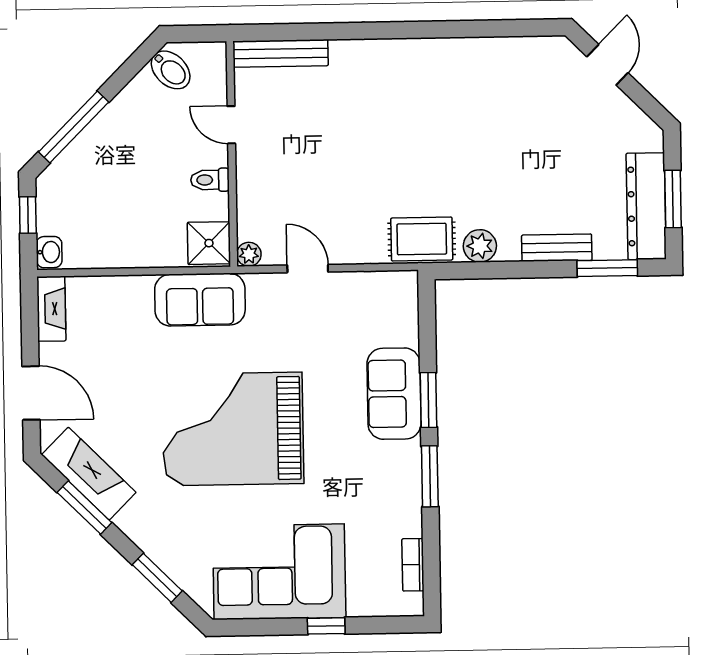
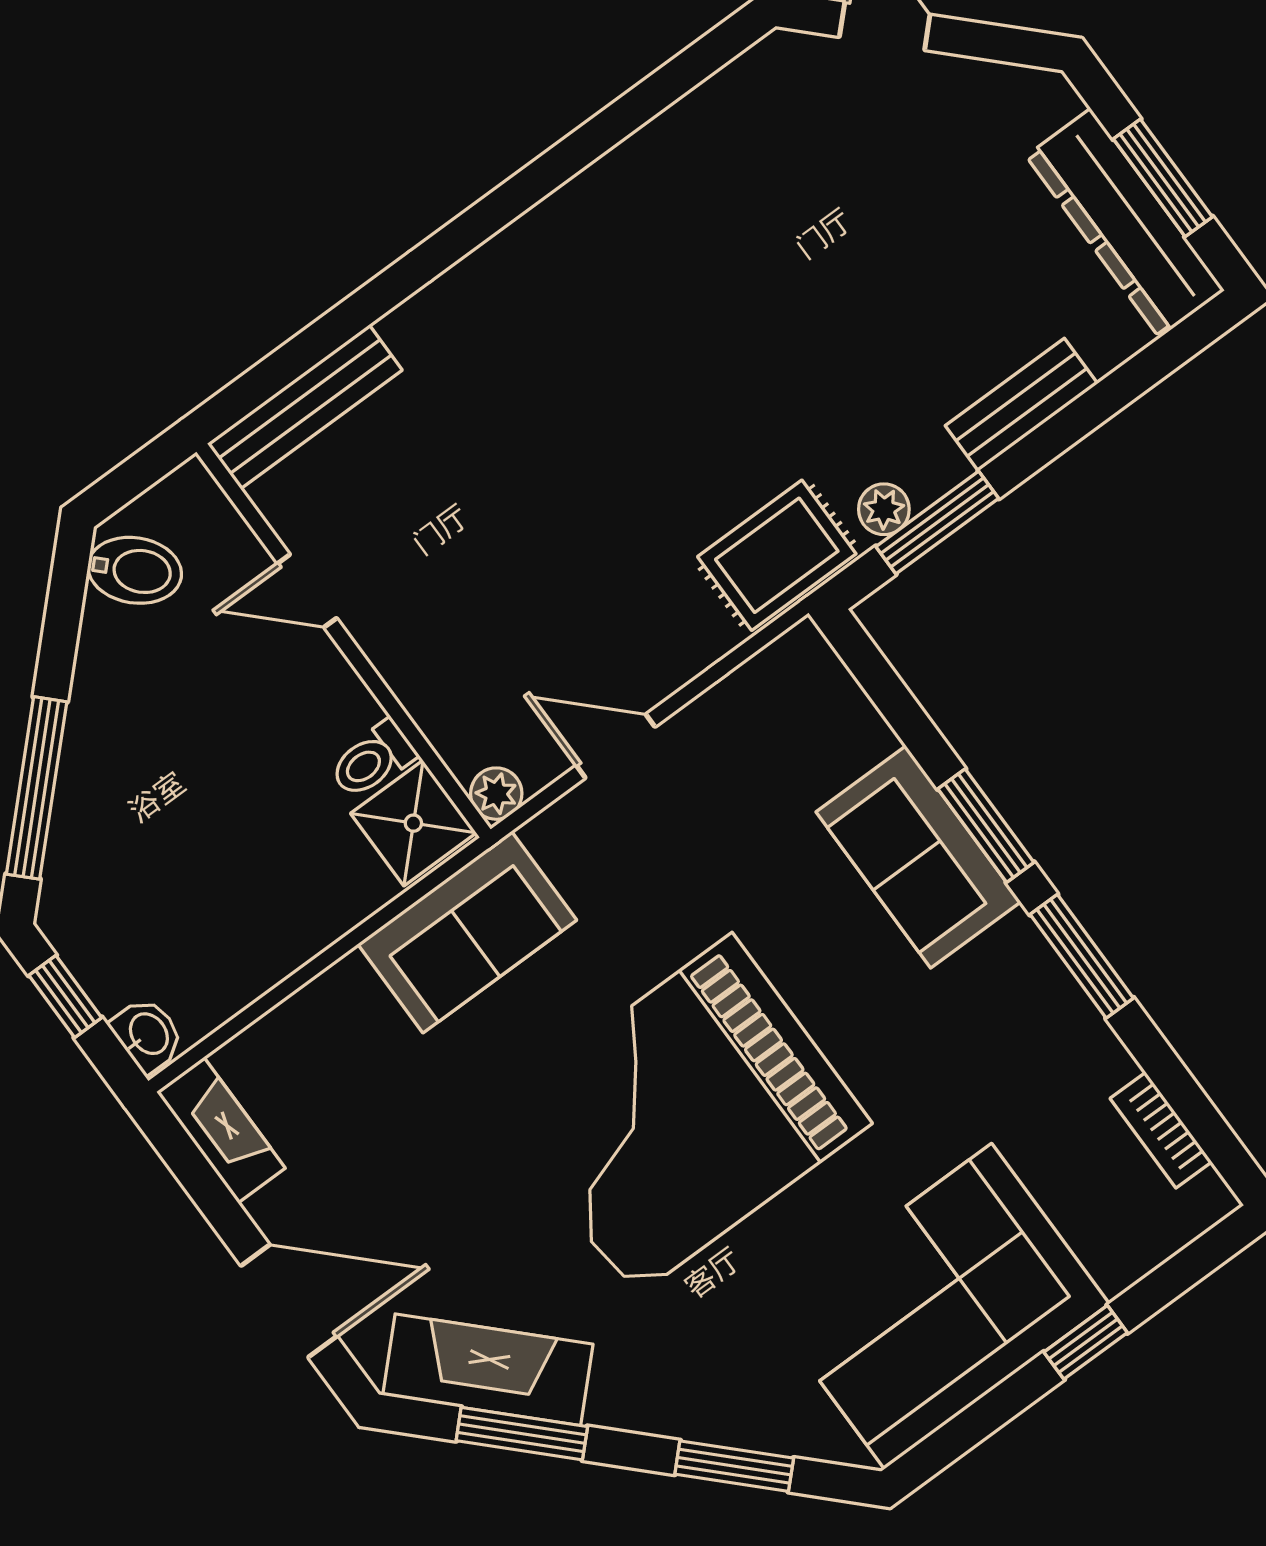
toilet: (210, 180) -> (373, 760), moved
plant: (480, 246) -> (884, 509), width x0.73, depth x0.73
window: (607, 268) -> (937, 522), moved

